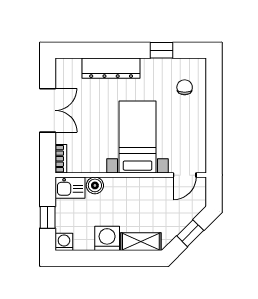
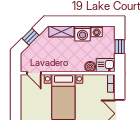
door: (185, 175) -> (34, 73), swing flipped
washing machine: (64, 242) -> (97, 31), moved

